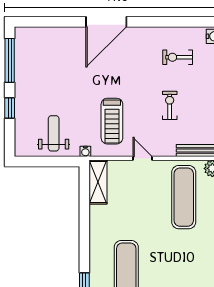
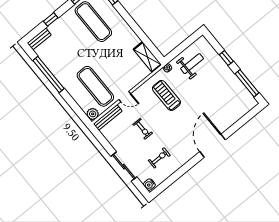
weight bench: (54, 133) -> (192, 64), turned -90
door: (143, 158) -> (125, 97), moved

